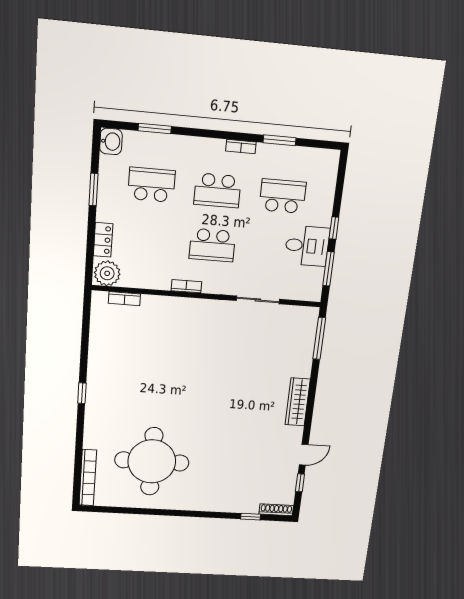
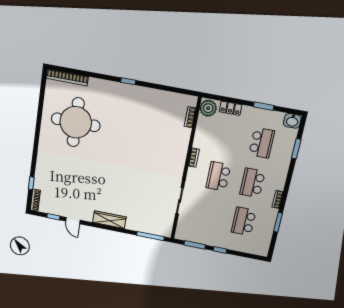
school desk: (283, 196) -> (244, 221), turned 180
desk: (307, 246) -> (211, 233), removed

